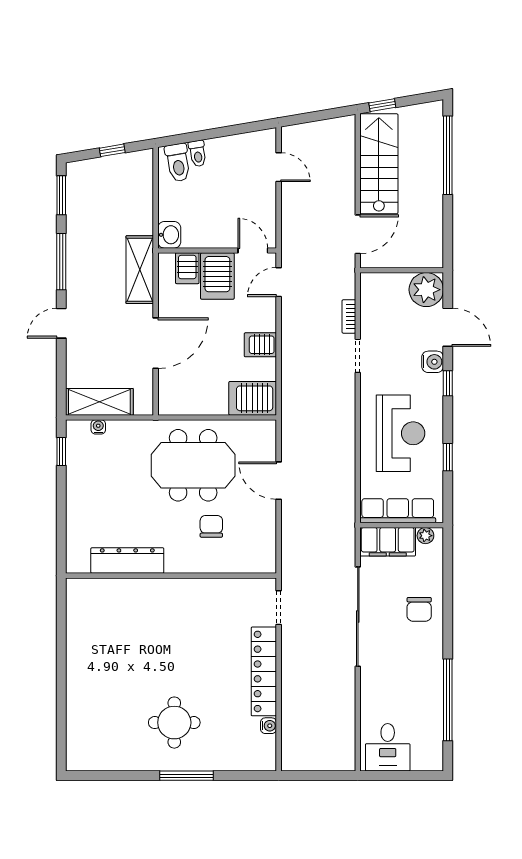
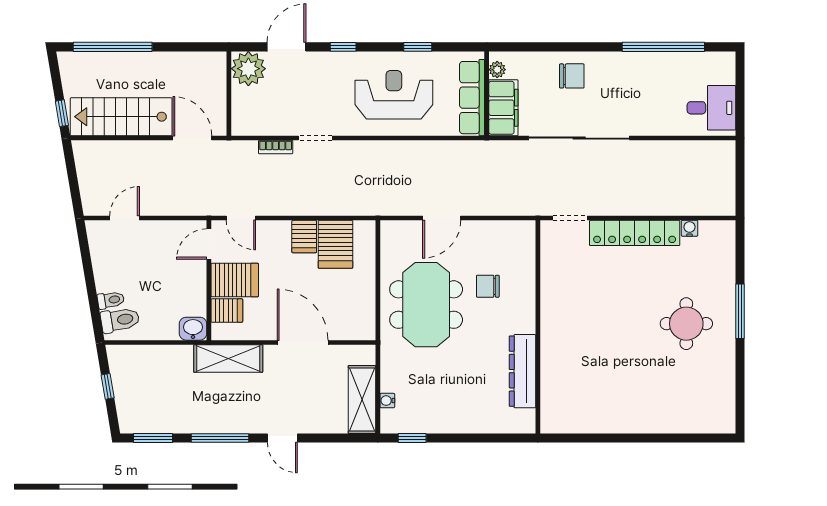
water cooler: (433, 362) -> (321, 62), removed
server rack: (253, 398) -> (335, 244), moved

